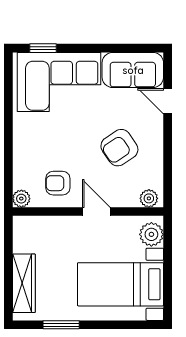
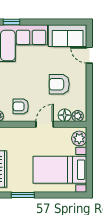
armchair: (119, 148) -> (59, 84), turned 34
floor lamp: (128, 197) -> (65, 115), added
door: (96, 212) -> (45, 124), hinge flipped

